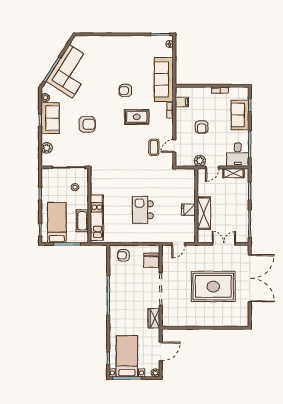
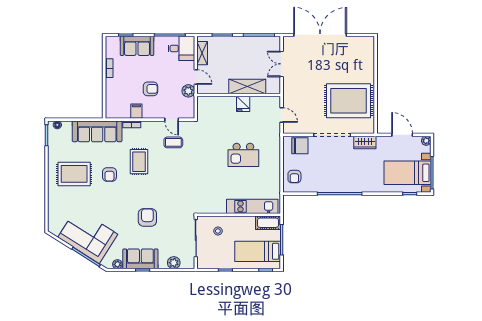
rug: (126, 59) -> (74, 174), added
filing cabinet: (182, 102) -> (136, 111), moved
cot: (82, 221) -> (268, 223), moved
rug: (213, 286) -> (348, 101), moved, turned 90

